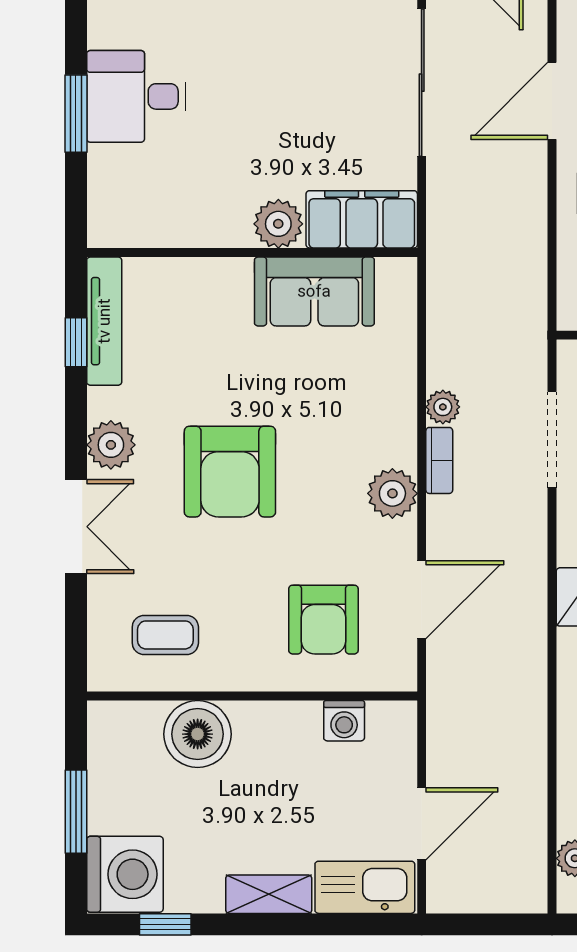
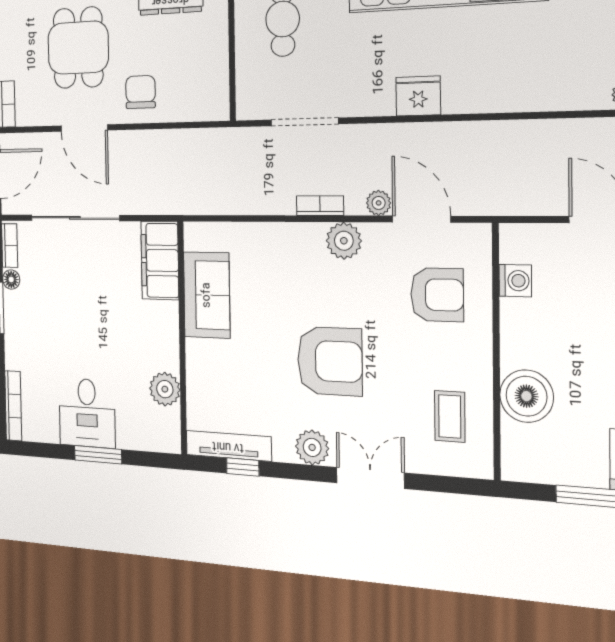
plant: (278, 224) -> (165, 389), moved
plant: (443, 407) -> (379, 203), moved

